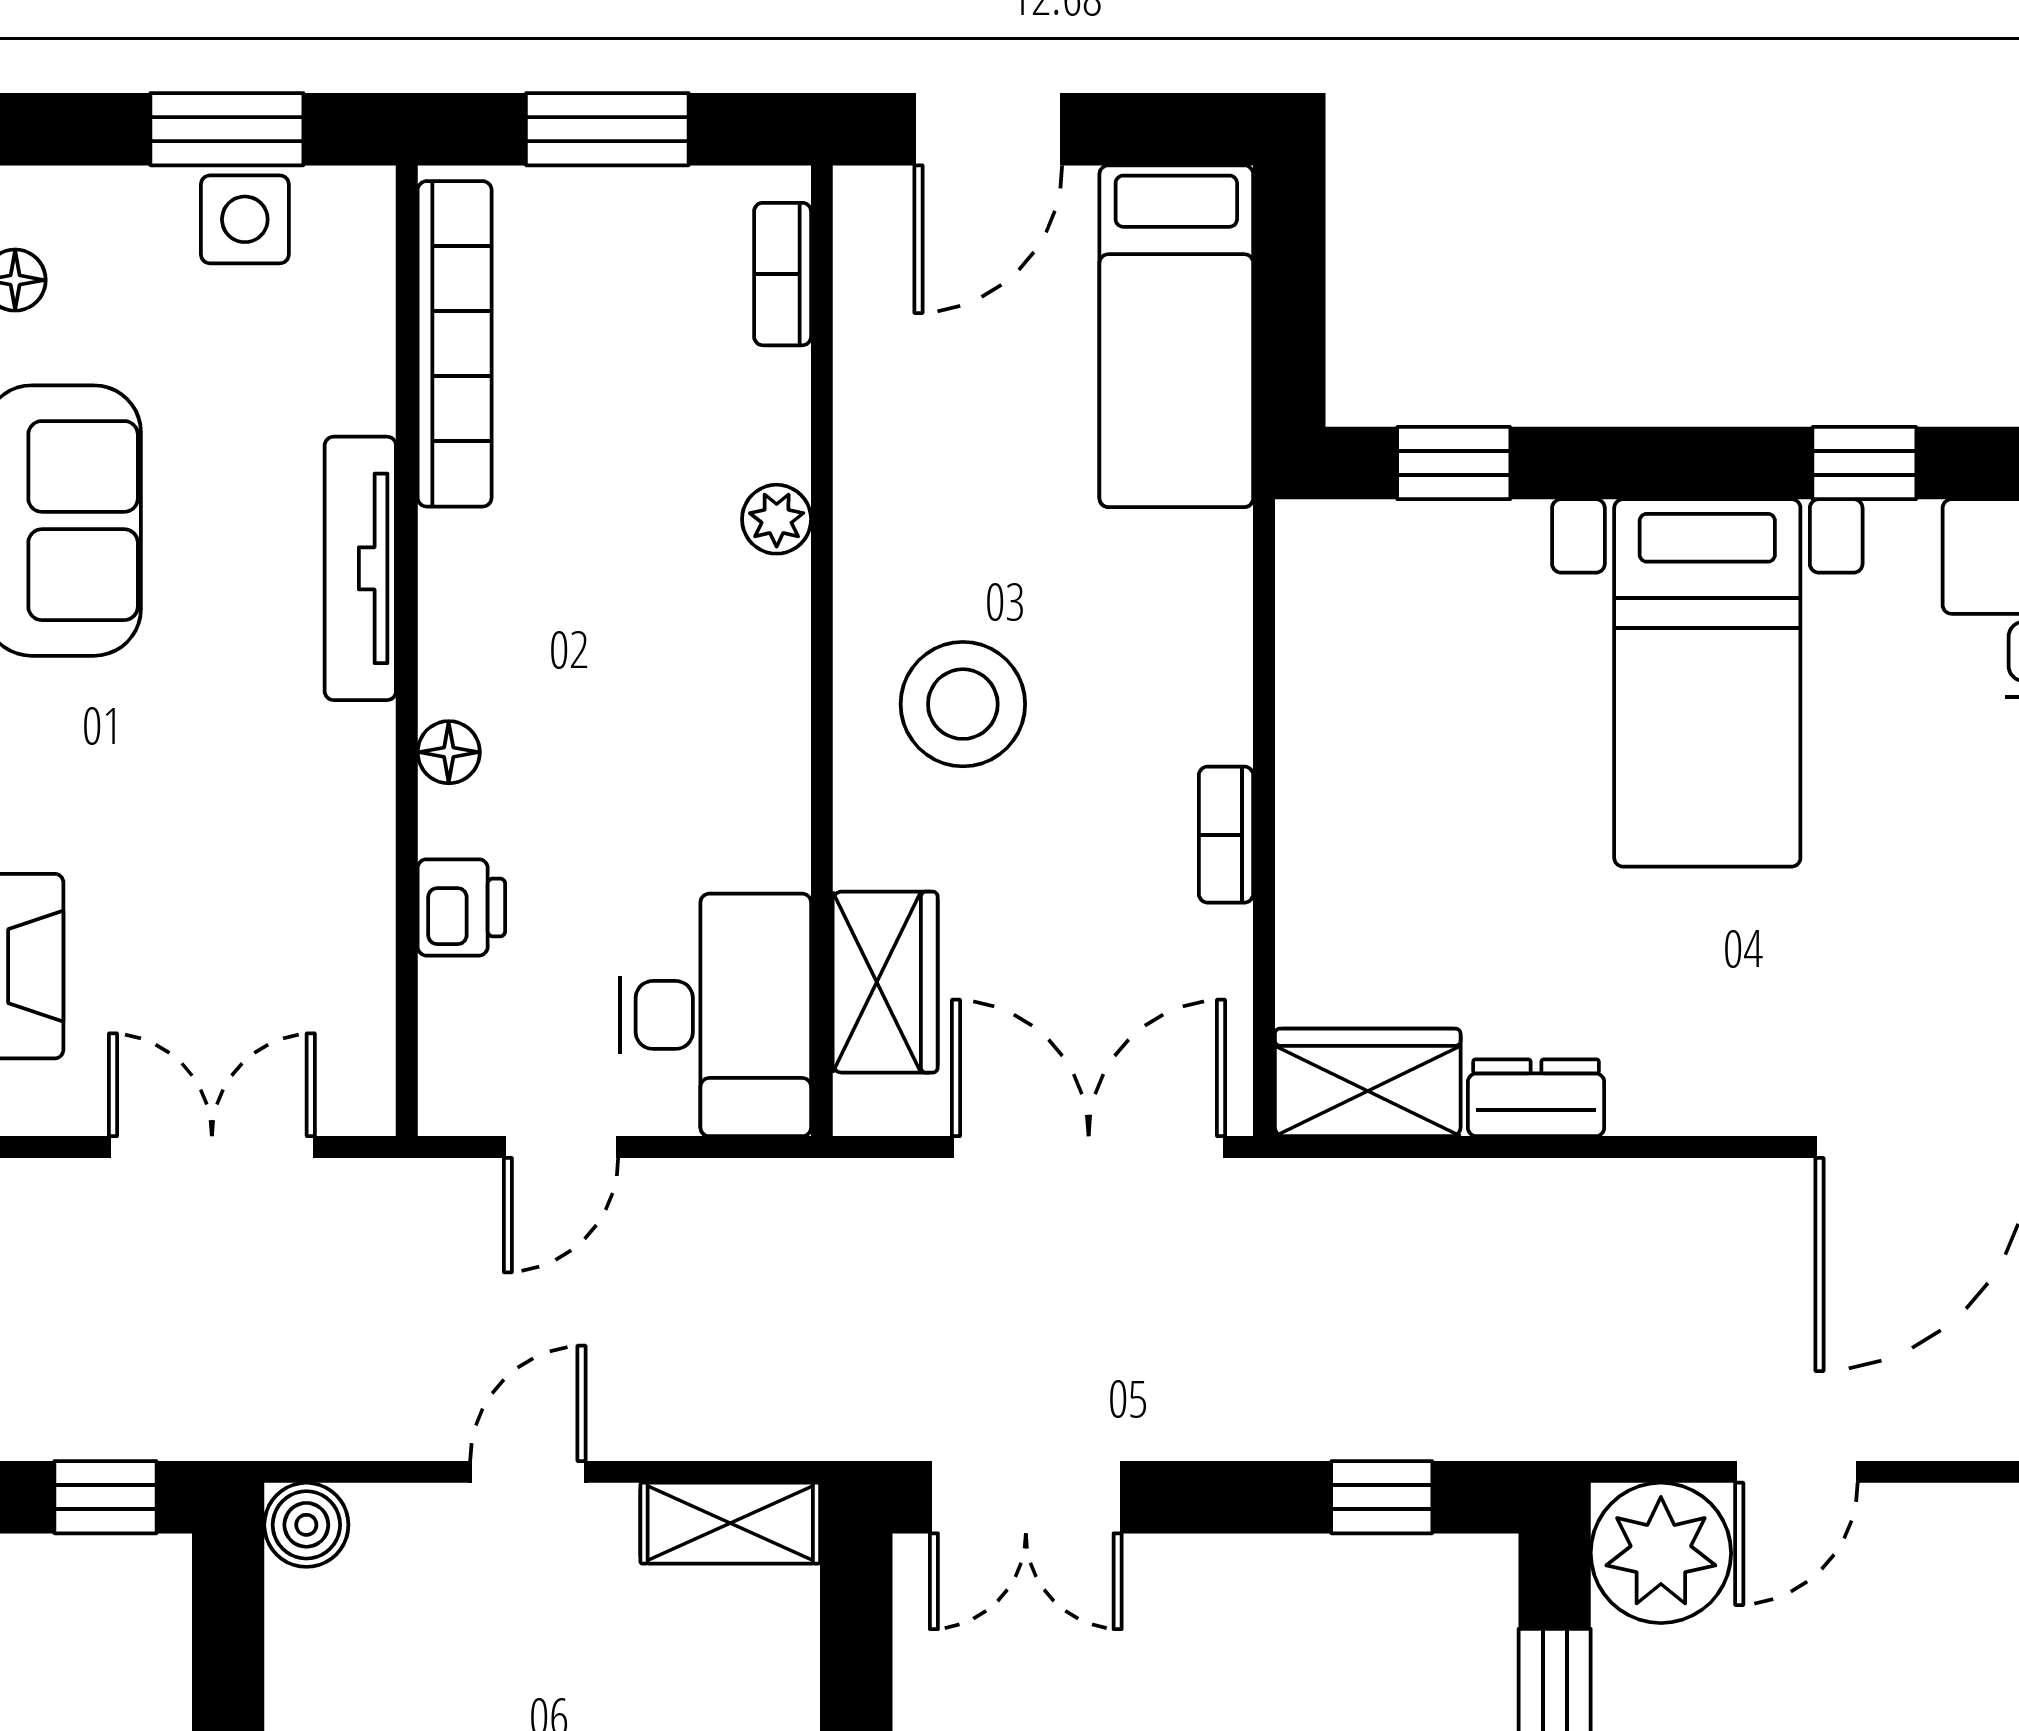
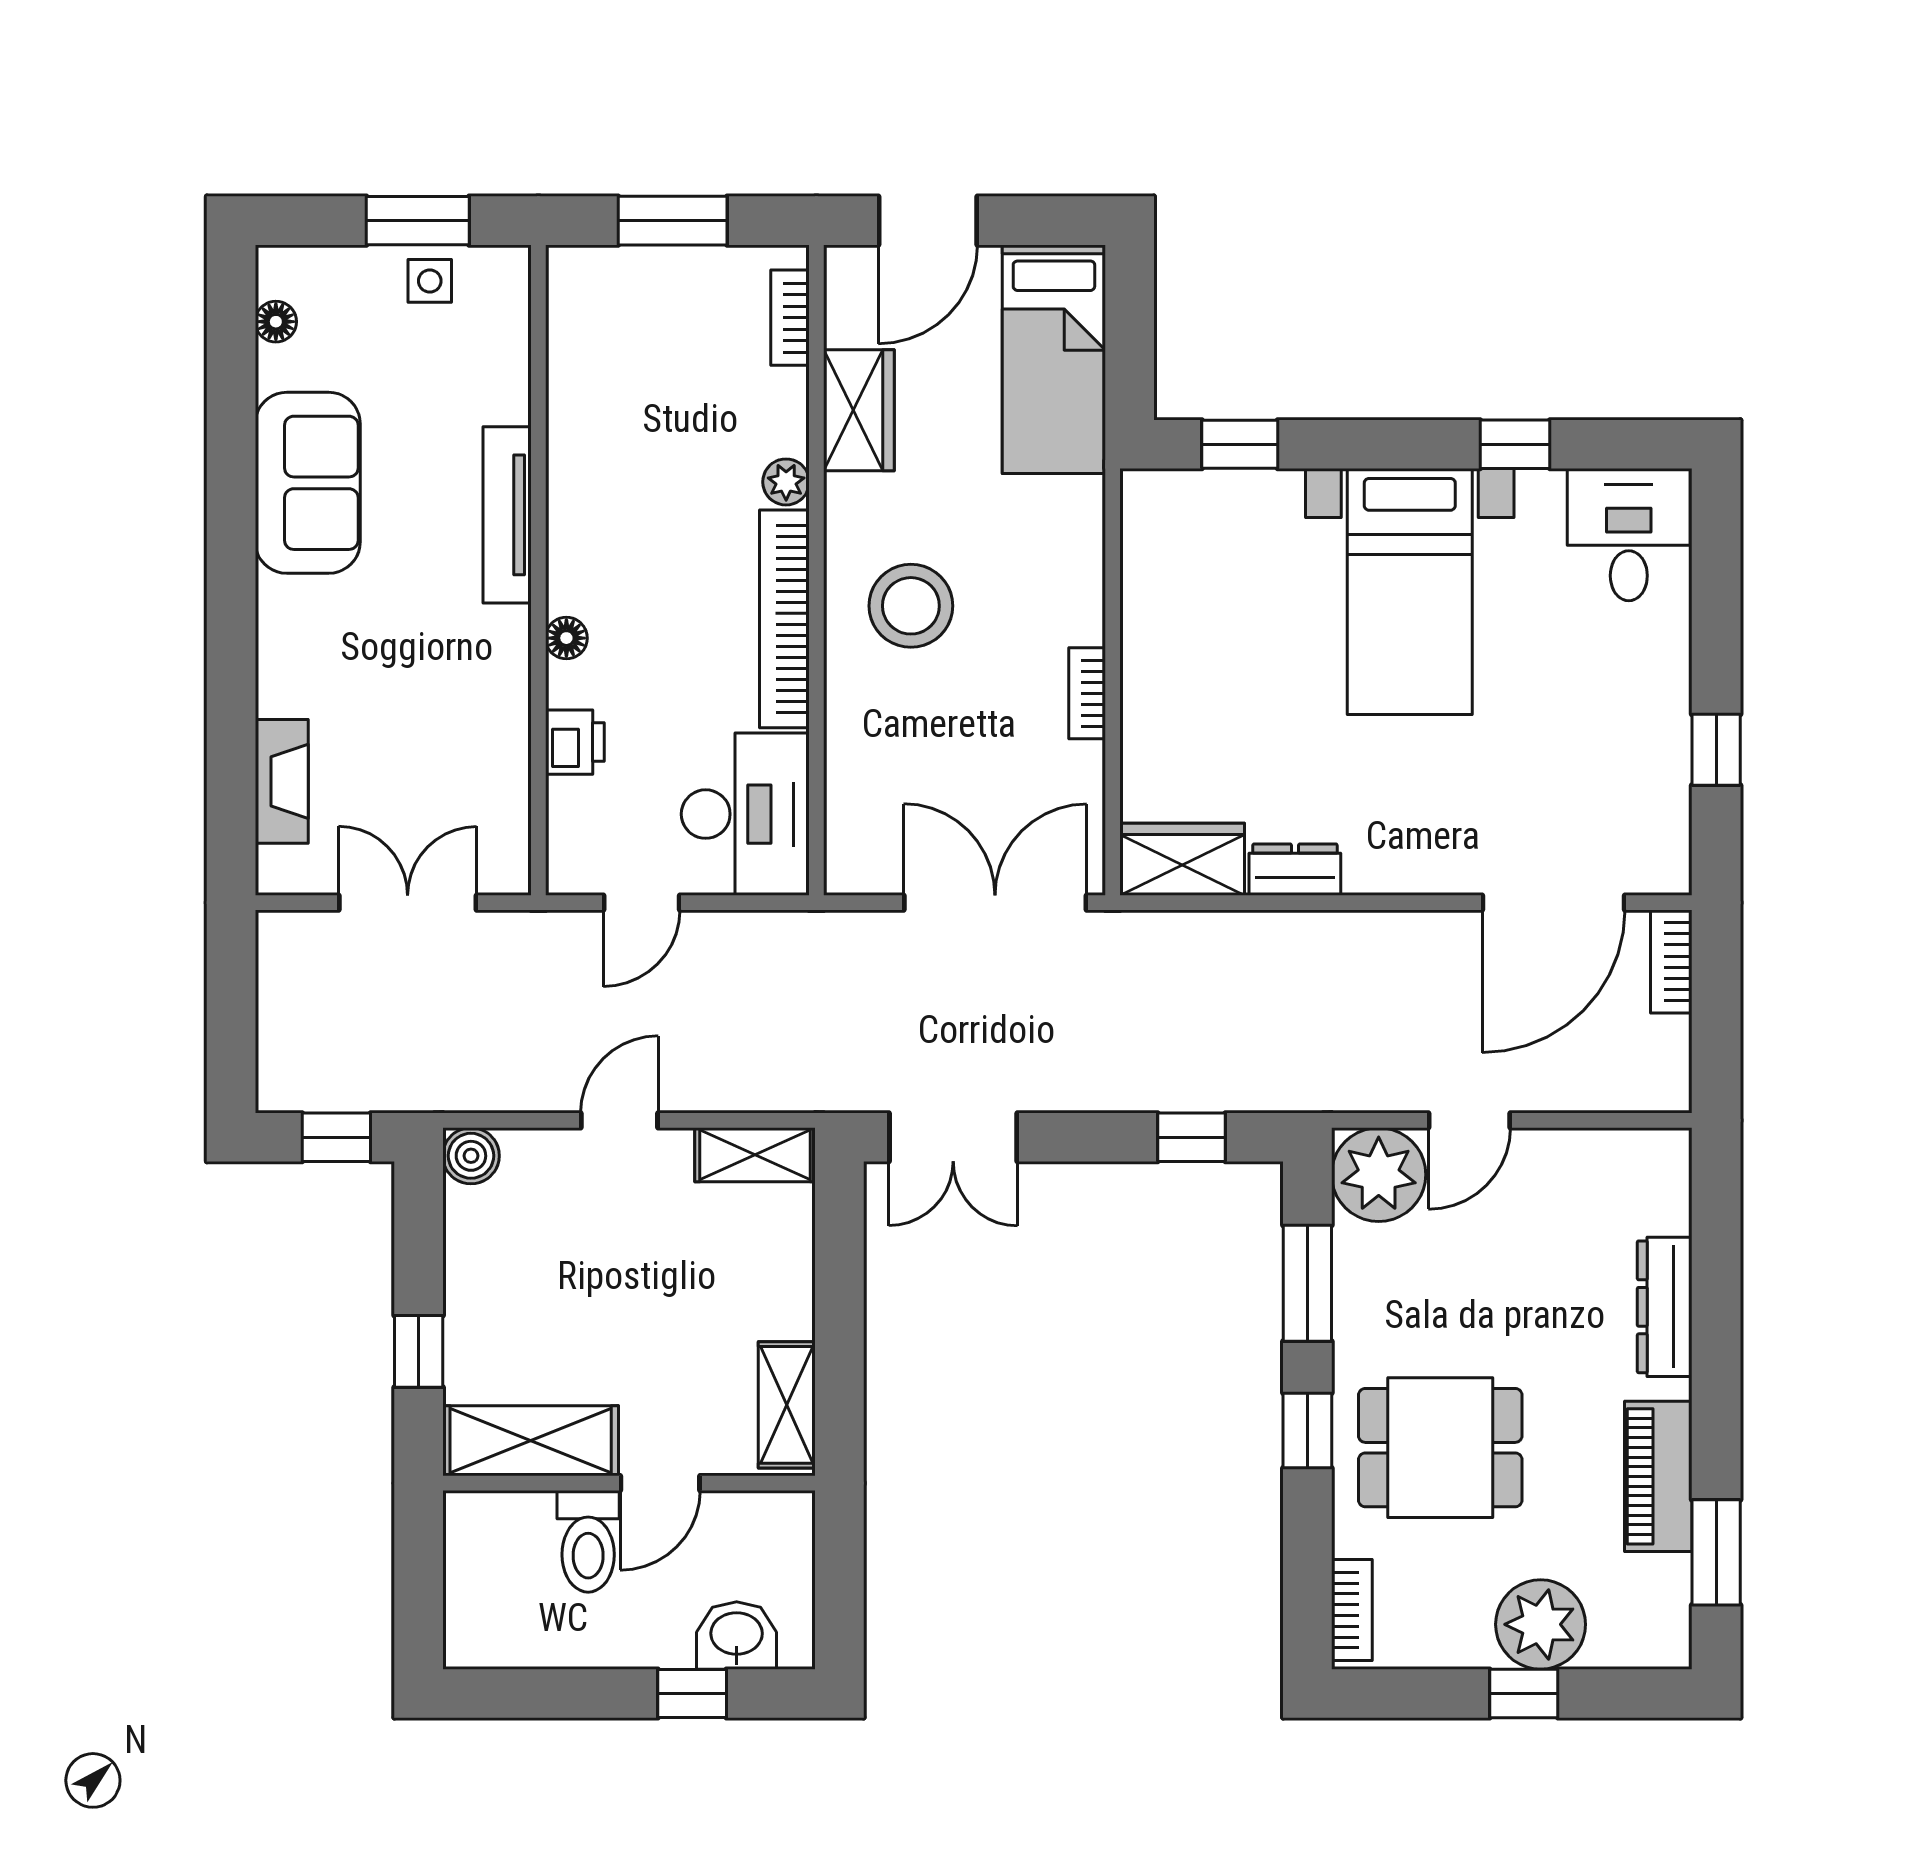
side table: (245, 219) -> (430, 281), width x0.73, depth x0.73
bookcase: (455, 344) -> (784, 619), moved, turned 180
wardrobe: (885, 982) -> (859, 410), moved

